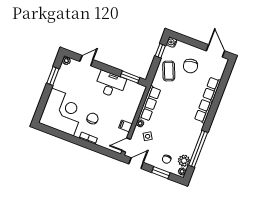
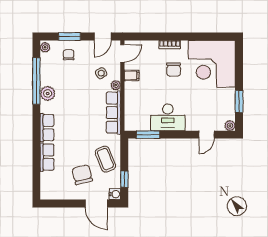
door: (215, 51) -> (96, 204), moved
plant: (184, 161) -> (48, 94), moved

